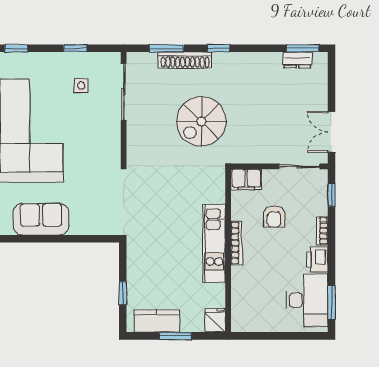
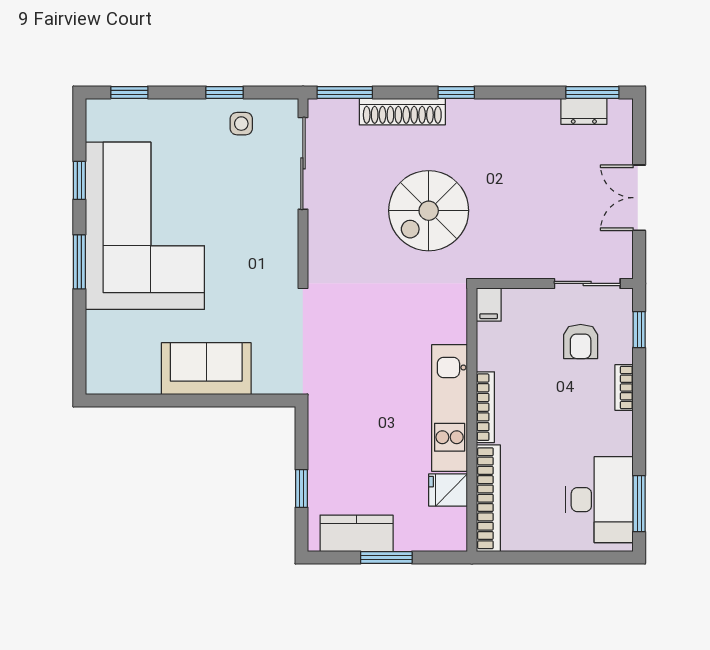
window: (166, 48) -> (345, 92), moved
side table: (81, 86) -> (241, 124), moved
double door: (332, 132) -> (639, 198), moved
filing cabinet: (246, 179) -> (489, 305), width x0.50
armchair: (274, 217) -> (581, 342), moved
sofa: (41, 219) -> (206, 369), moved
printer: (317, 259) -> (616, 434), removed
bookcase: (238, 299) -> (488, 498), added
fridge: (215, 320) -> (448, 490), moved, turned -90

